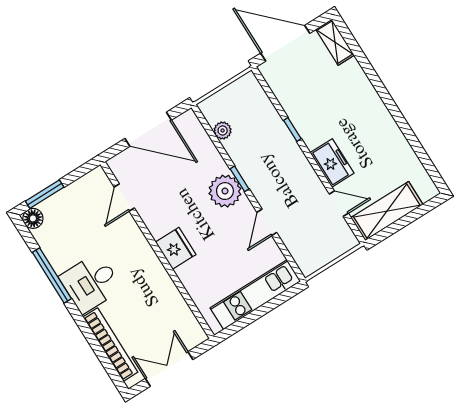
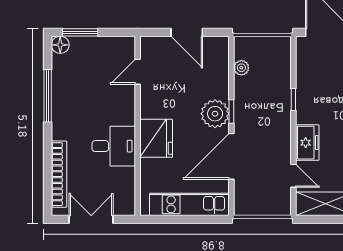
door: (148, 129) -> (187, 32), width x0.73
door: (267, 222) -> (231, 156), width x1.87
fridge: (176, 248) -> (156, 138), width x1.36, depth x1.34
desk: (91, 283) -> (114, 146), moved, turned 180

